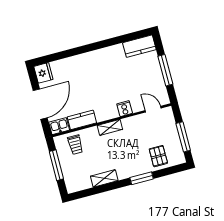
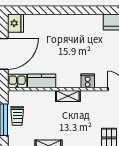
trolley: (75, 145) -> (17, 116), moved

